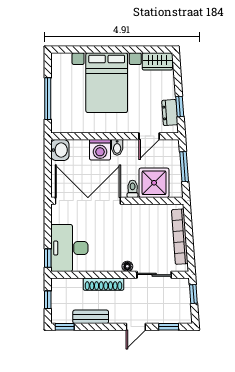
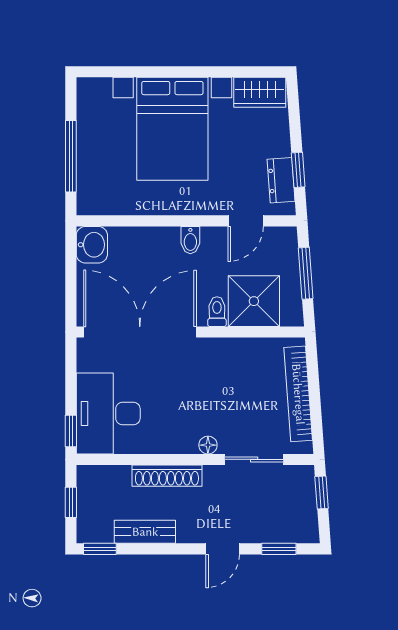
washing machine: (100, 150) -> (161, 244), removed

